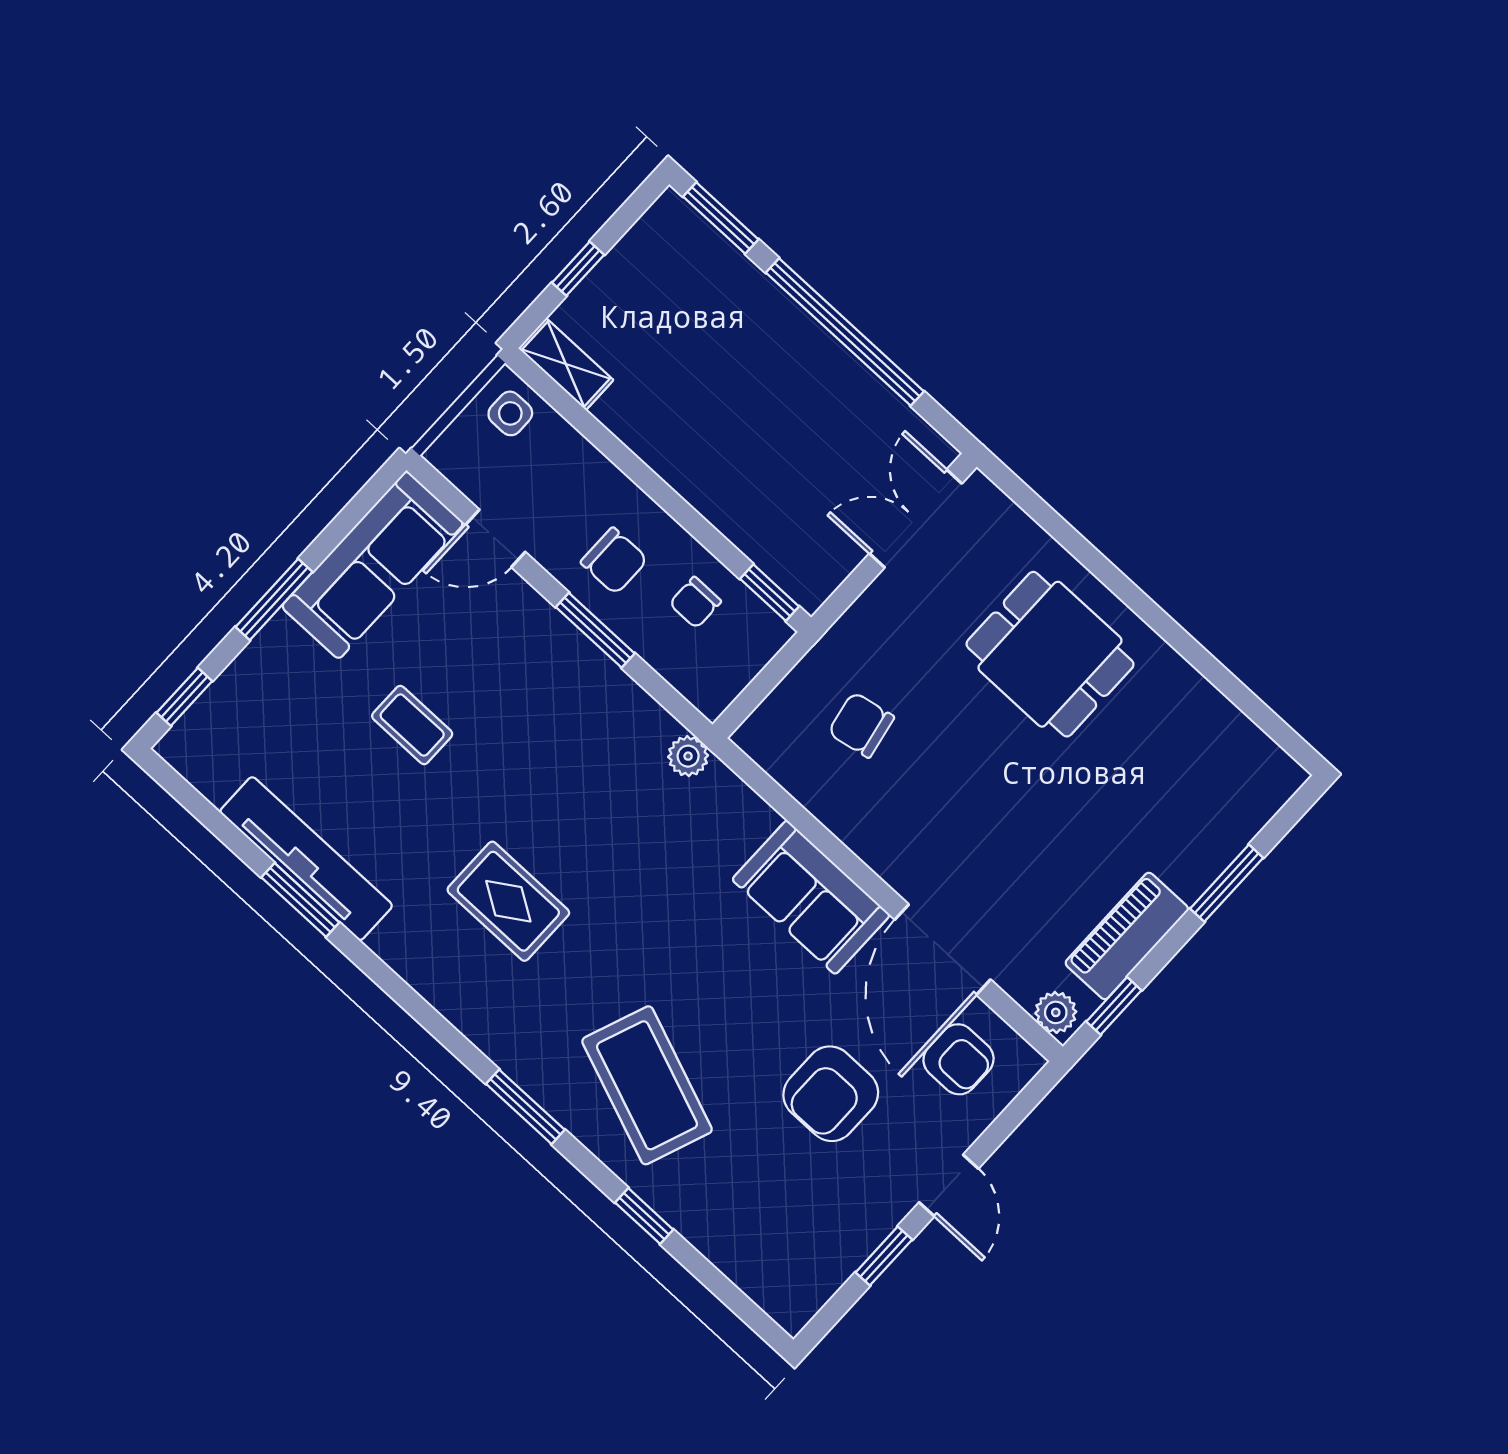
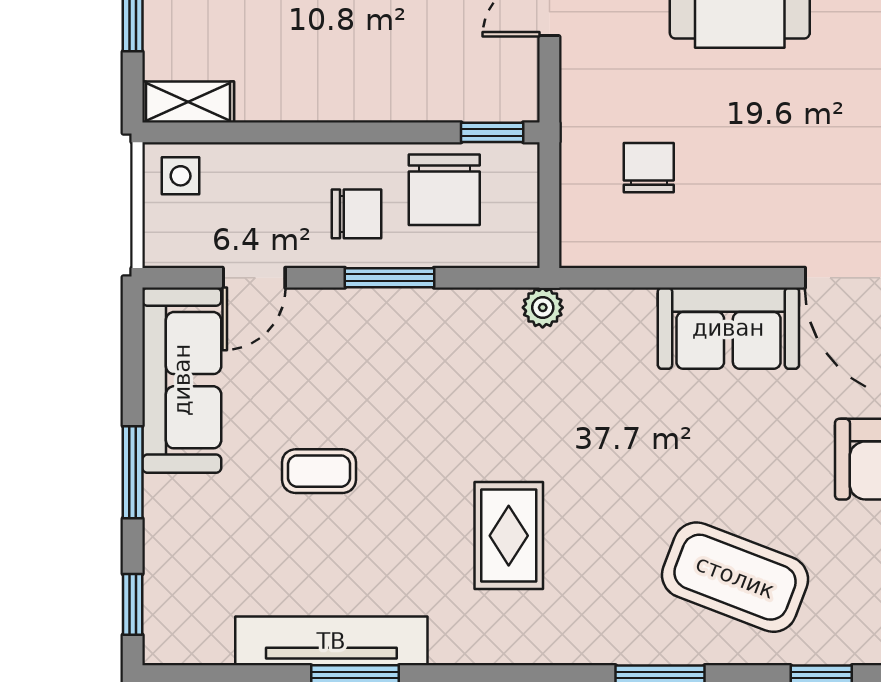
chair: (695, 602) -> (444, 190), width x1.87, depth x1.87
chair: (861, 725) -> (649, 168), turned 101
rug: (508, 901) -> (509, 536), turned 90

